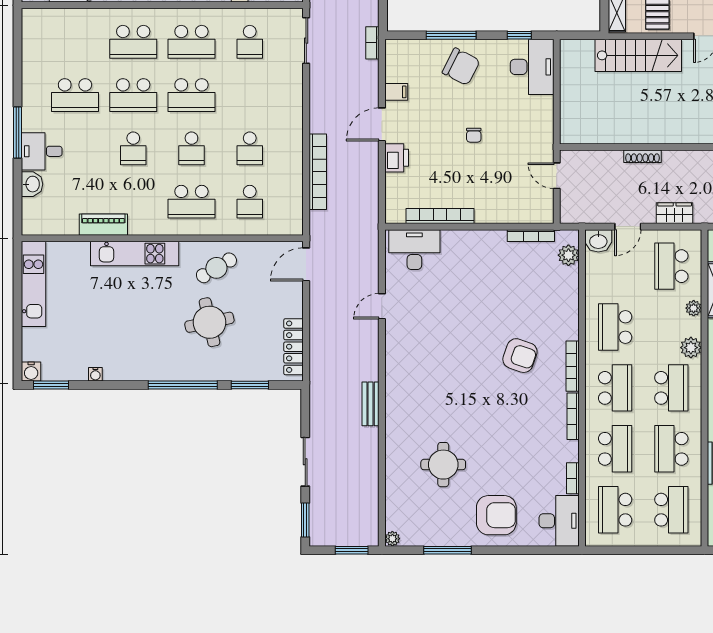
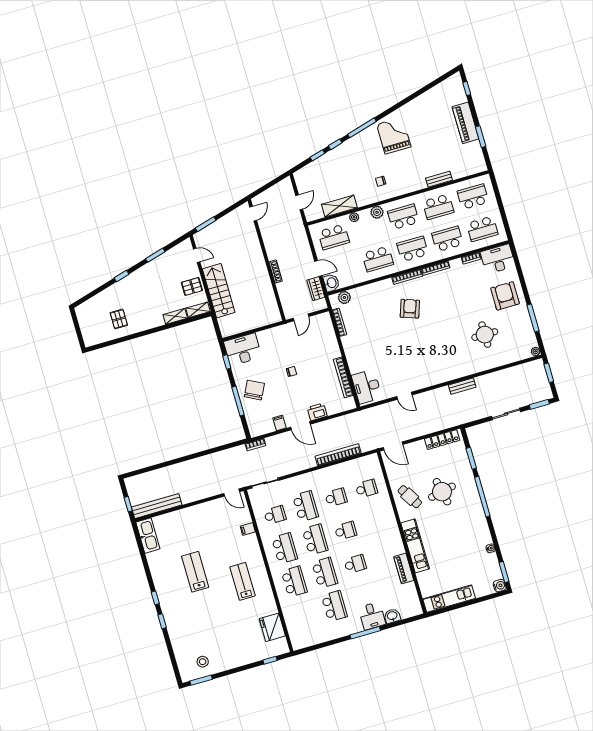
school desk: (191, 202) -> (305, 506), moved
wardrobe: (675, 213) -> (316, 289), moved

